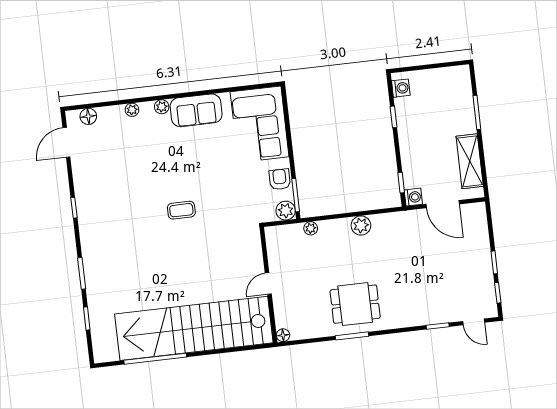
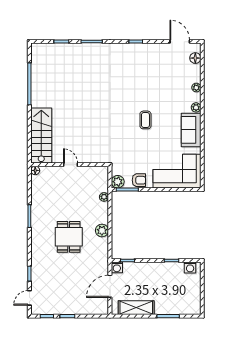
coffee table: (181, 210) -> (145, 120), moved
dining table: (355, 304) -> (69, 237), moved
stairs: (194, 328) -> (41, 136), width x0.54, depth x0.66

